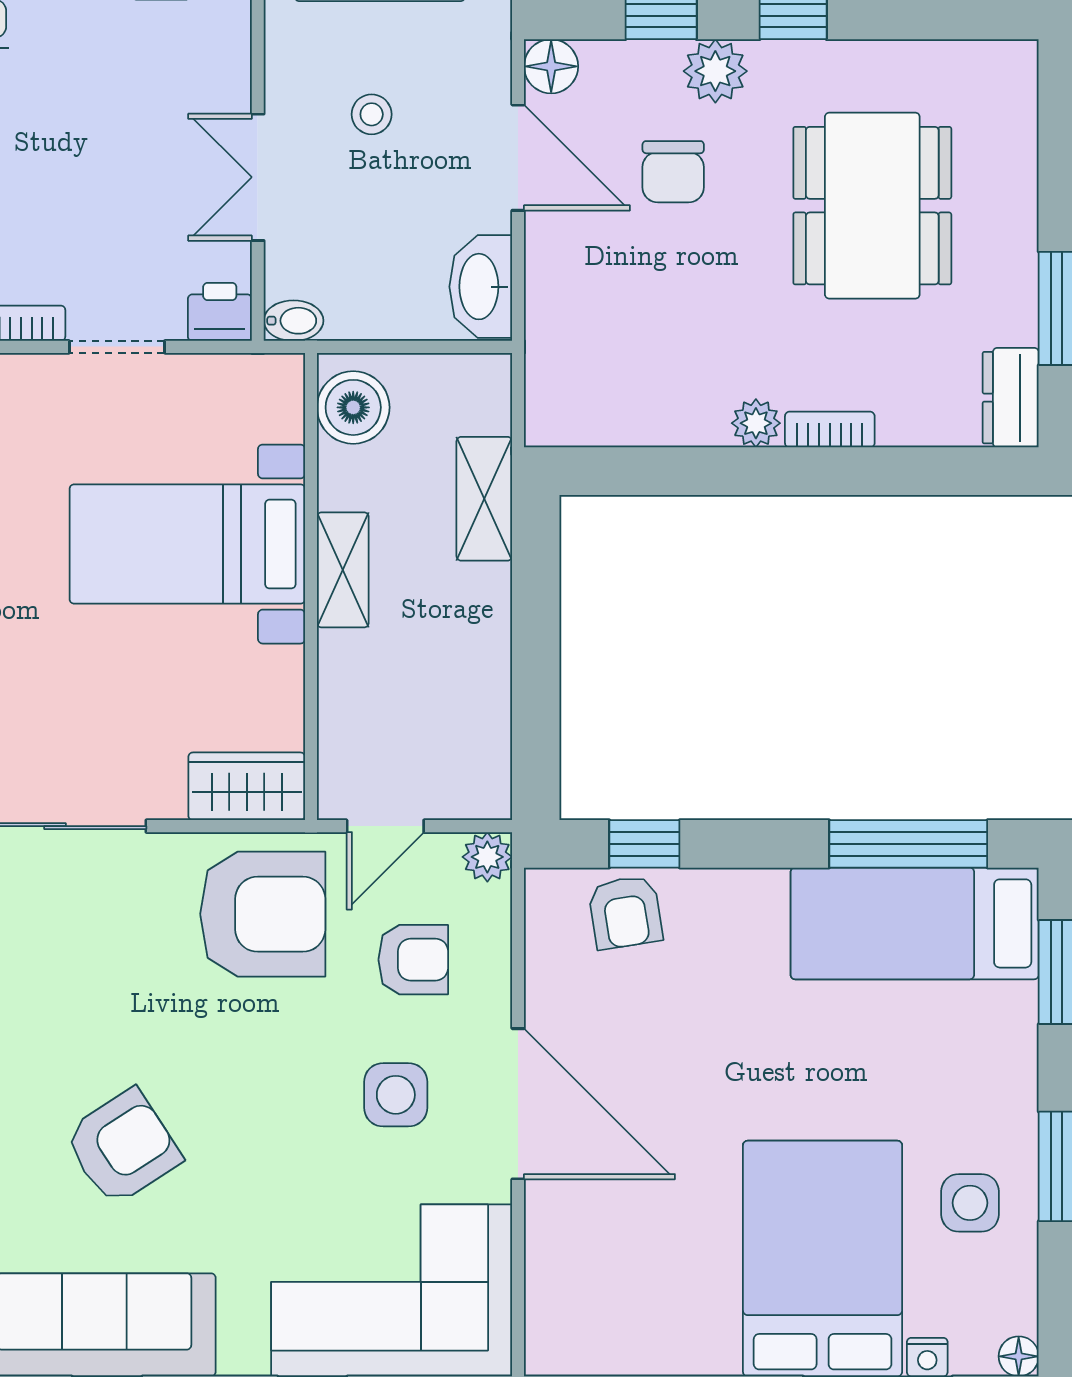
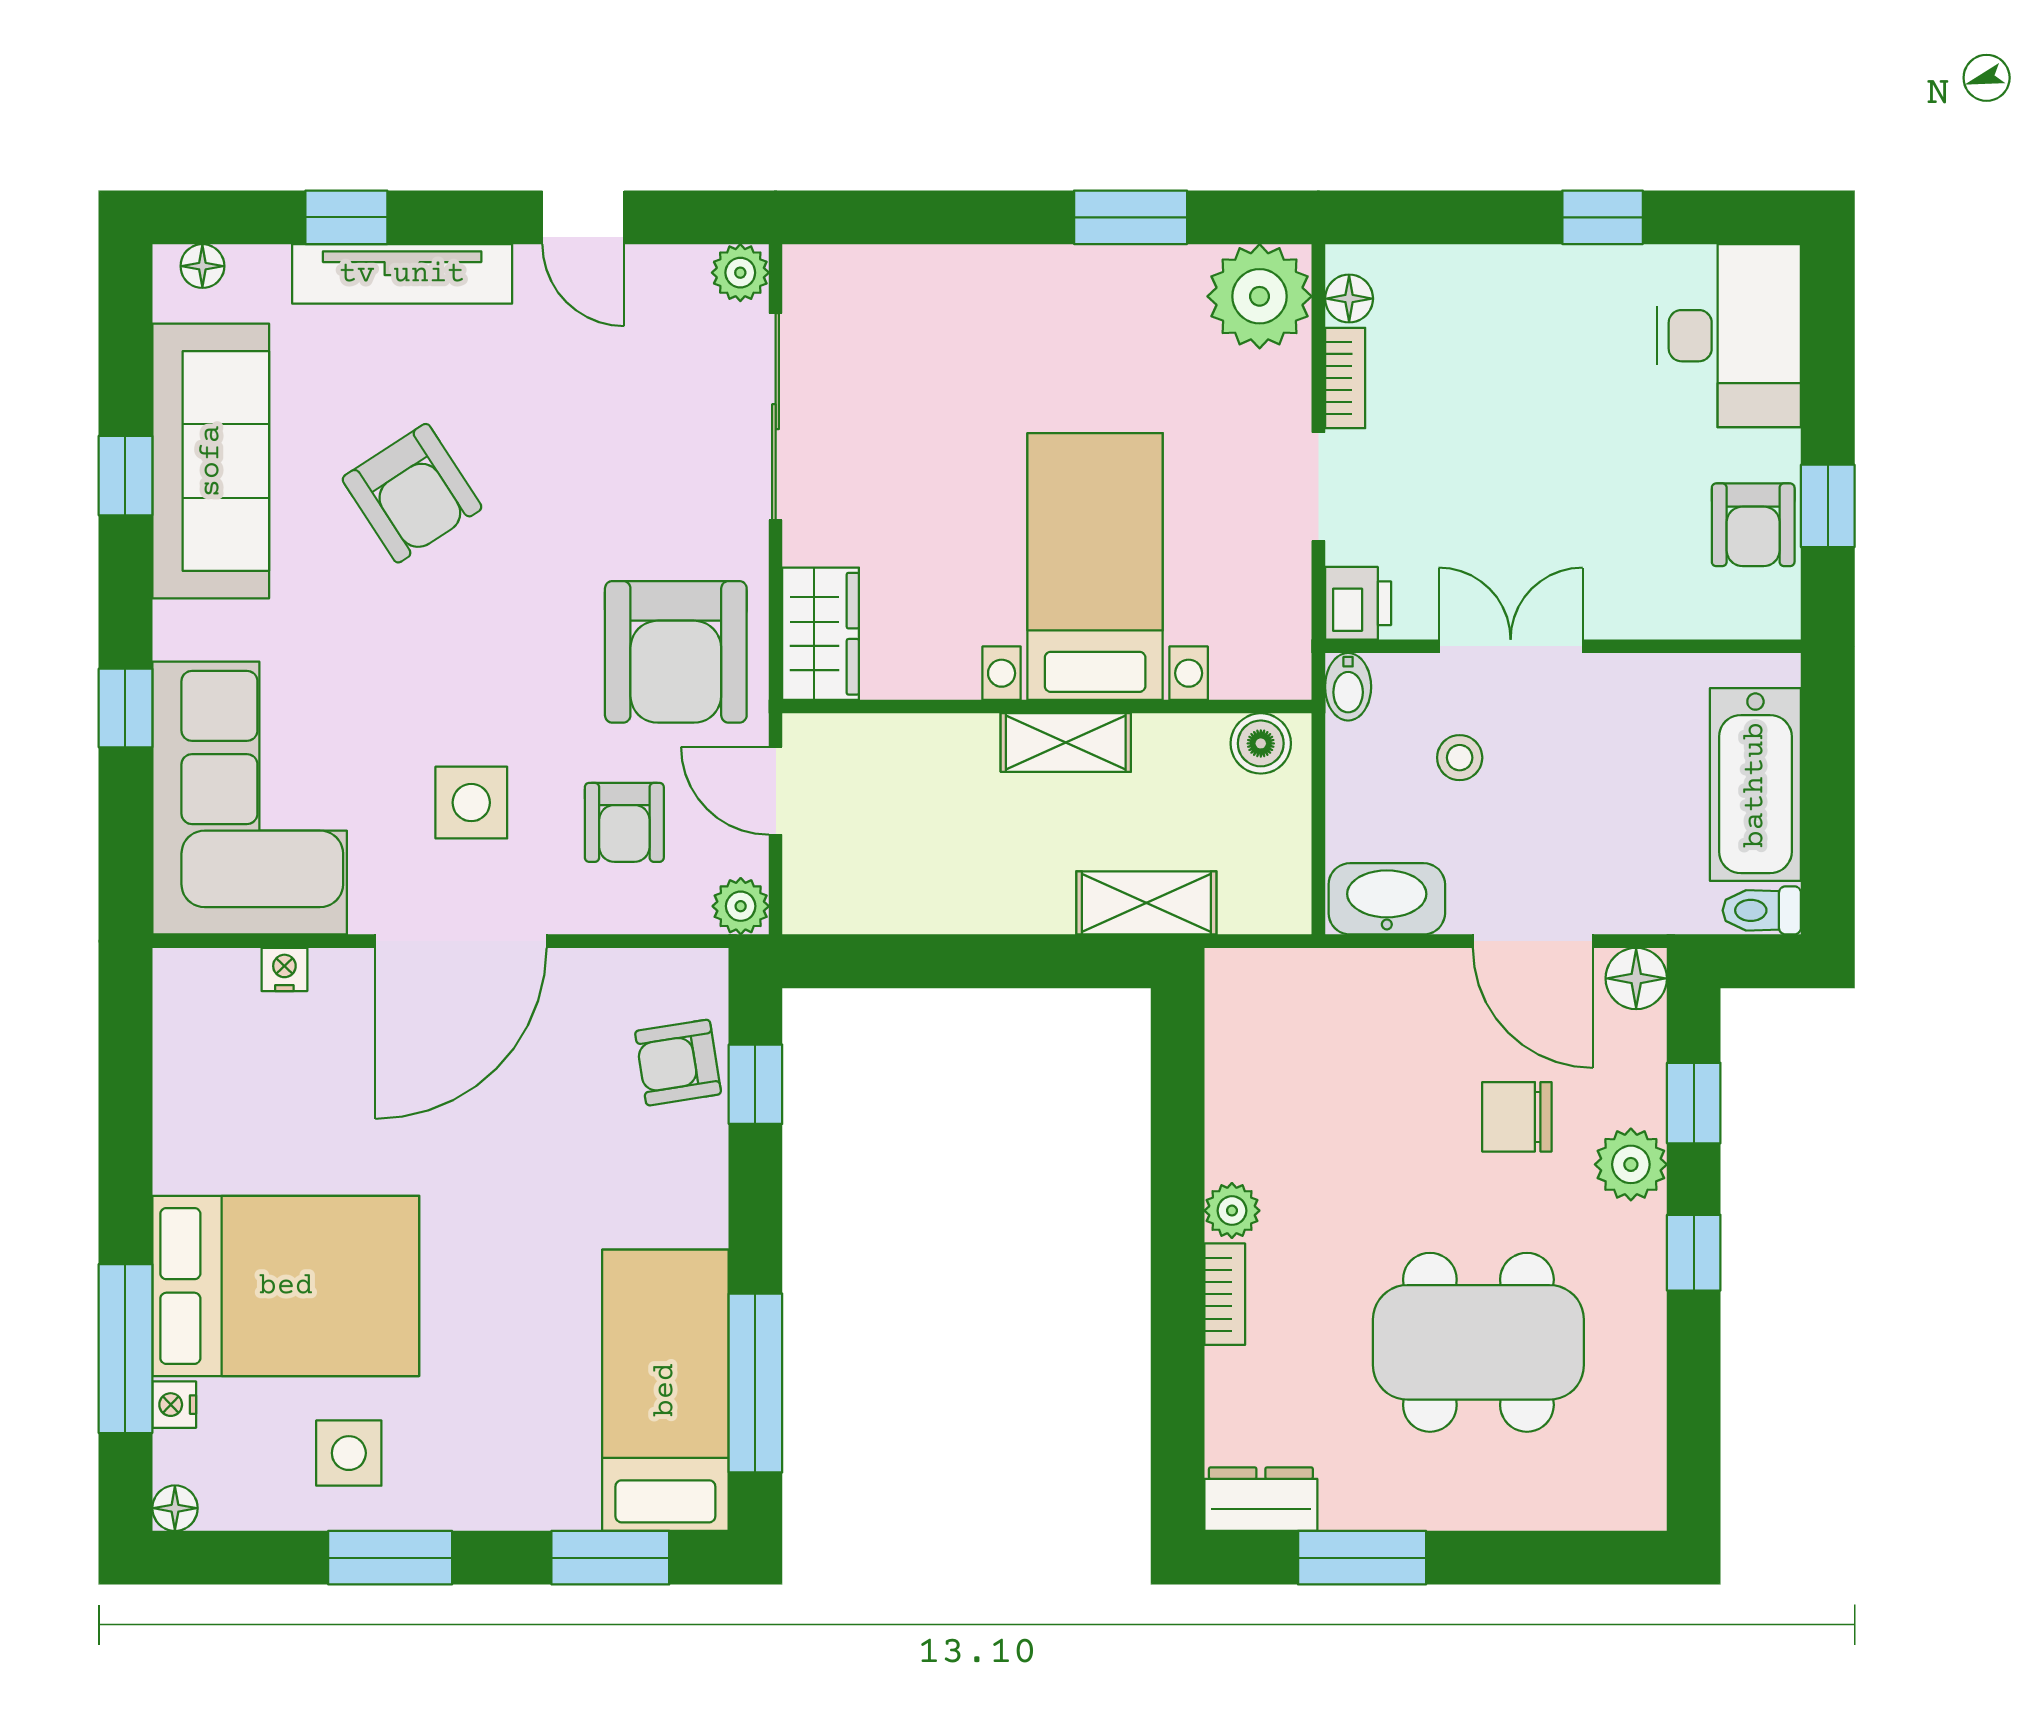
stool: (372, 114) -> (1460, 758), moved
door: (518, 158) -> (1533, 941), hinge flipped
boiler: (353, 407) -> (1261, 743), width x0.73, depth x0.73
nightstand: (543, 1260) -> (284, 969), added

